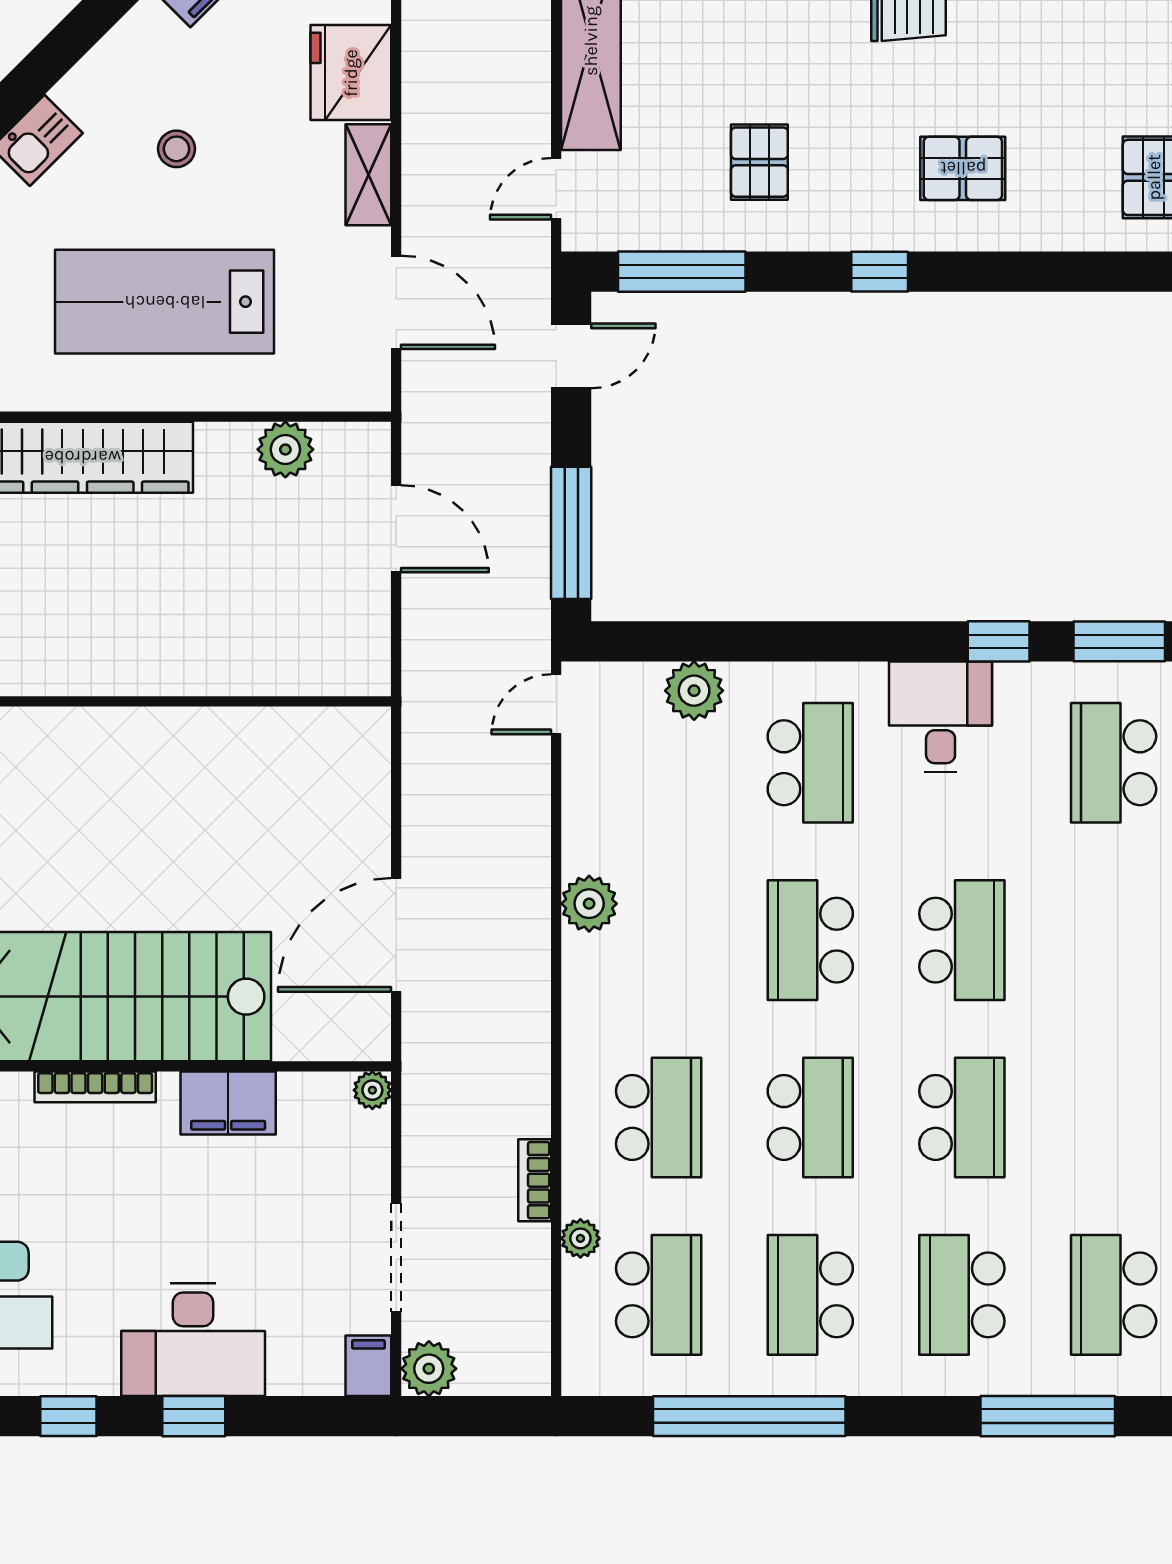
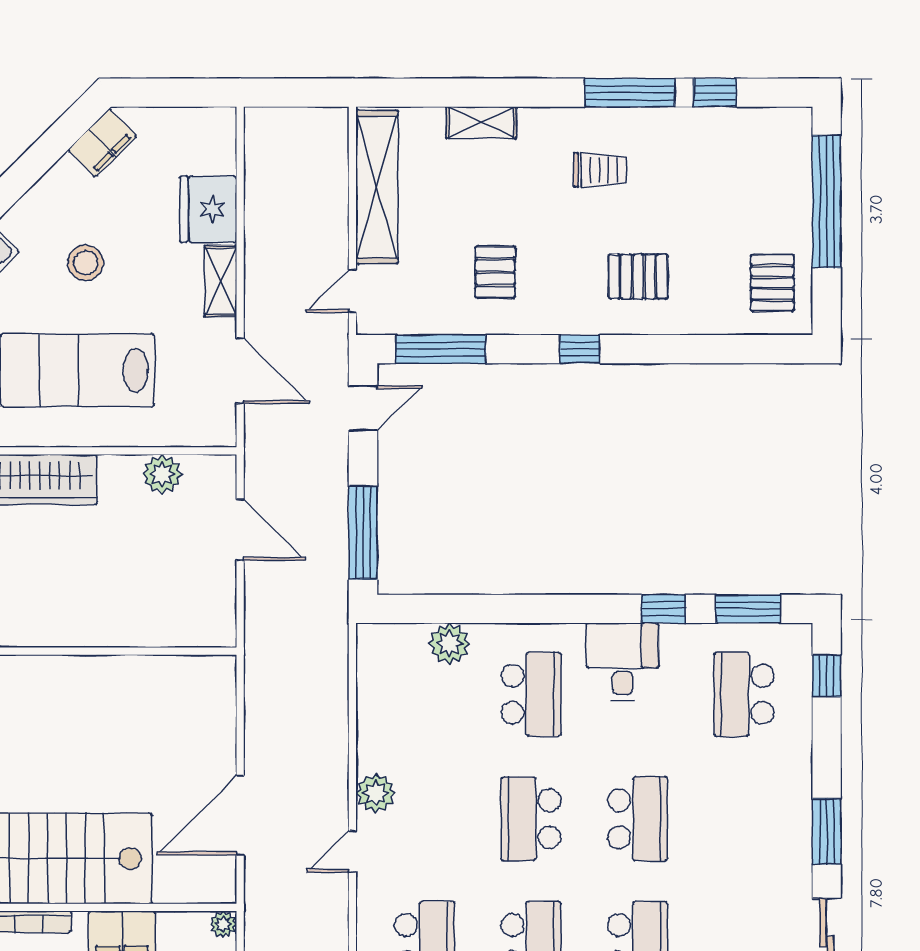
stool: (176, 149) -> (86, 263), width x1.37, depth x1.37
door: (556, 704) -> (352, 852), moved

